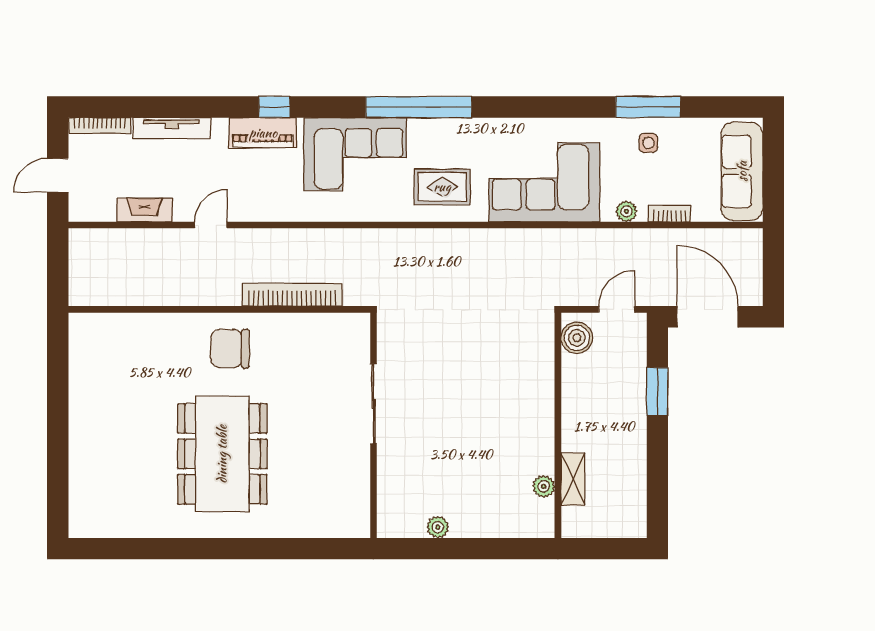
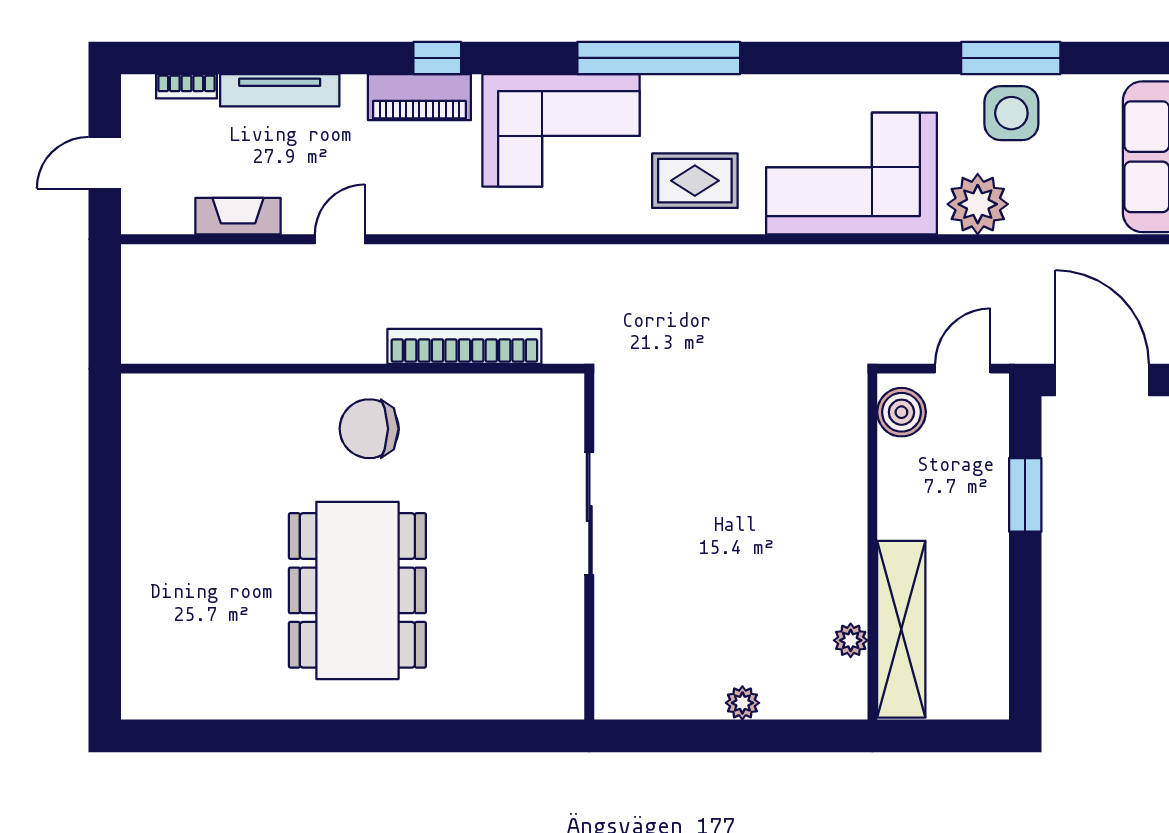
bookcase: (100, 125) -> (187, 86), width x0.64
side table: (648, 143) -> (1011, 113), width x1.87, depth x1.87
plant: (626, 211) -> (978, 204), width x1.87, depth x1.87
bookcase: (669, 213) -> (1044, 221), removed
shelving: (573, 479) -> (901, 629), width x2.20, depth x1.33
plant: (438, 527) -> (742, 703), moved

